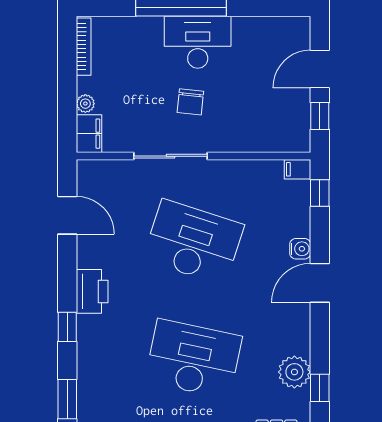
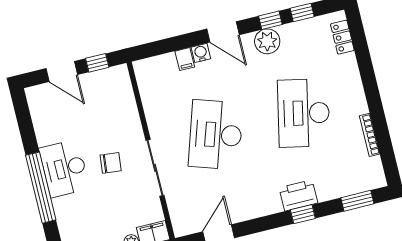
filing cabinet: (298, 169) -> (185, 59), moved
window: (320, 193) -> (270, 20), moved
printer: (92, 291) -> (298, 195), moved
plant: (294, 372) -> (267, 41), moved

